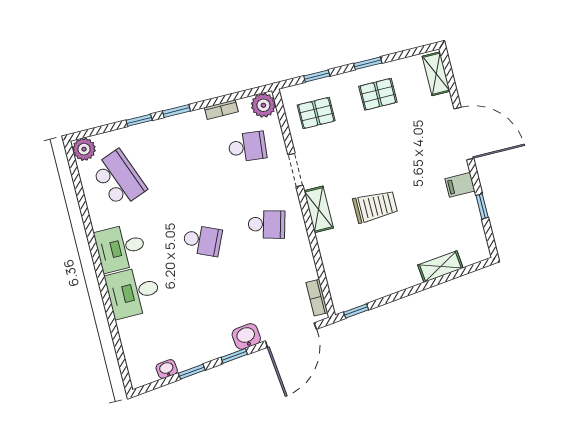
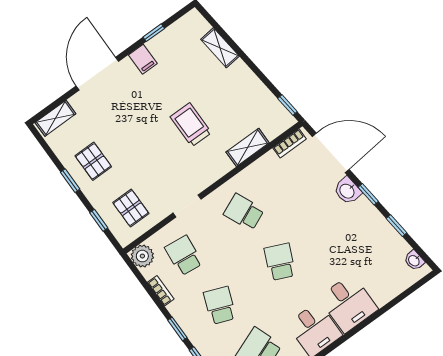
school desk: (183, 163) -> (220, 305), added
shelving: (319, 209) -> (248, 147), moved
school desk: (267, 224) -> (244, 212), turned -39
washbasin: (167, 369) -> (414, 260), moved

